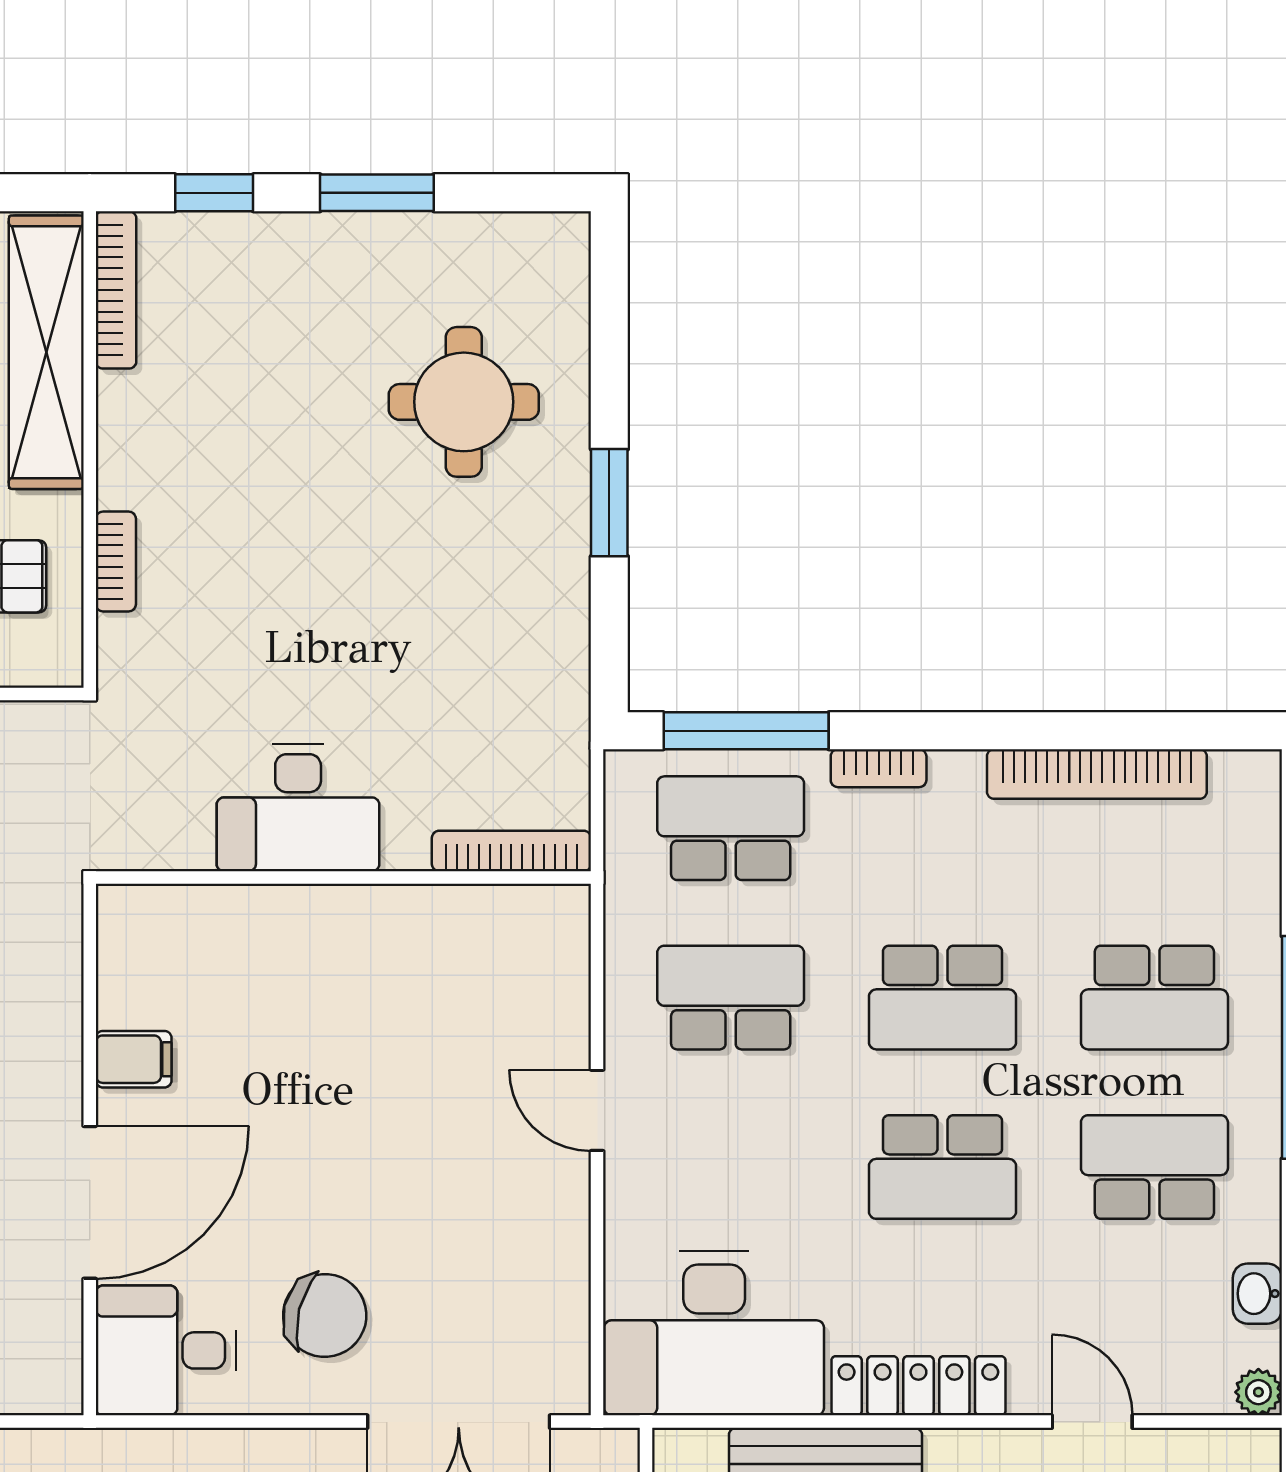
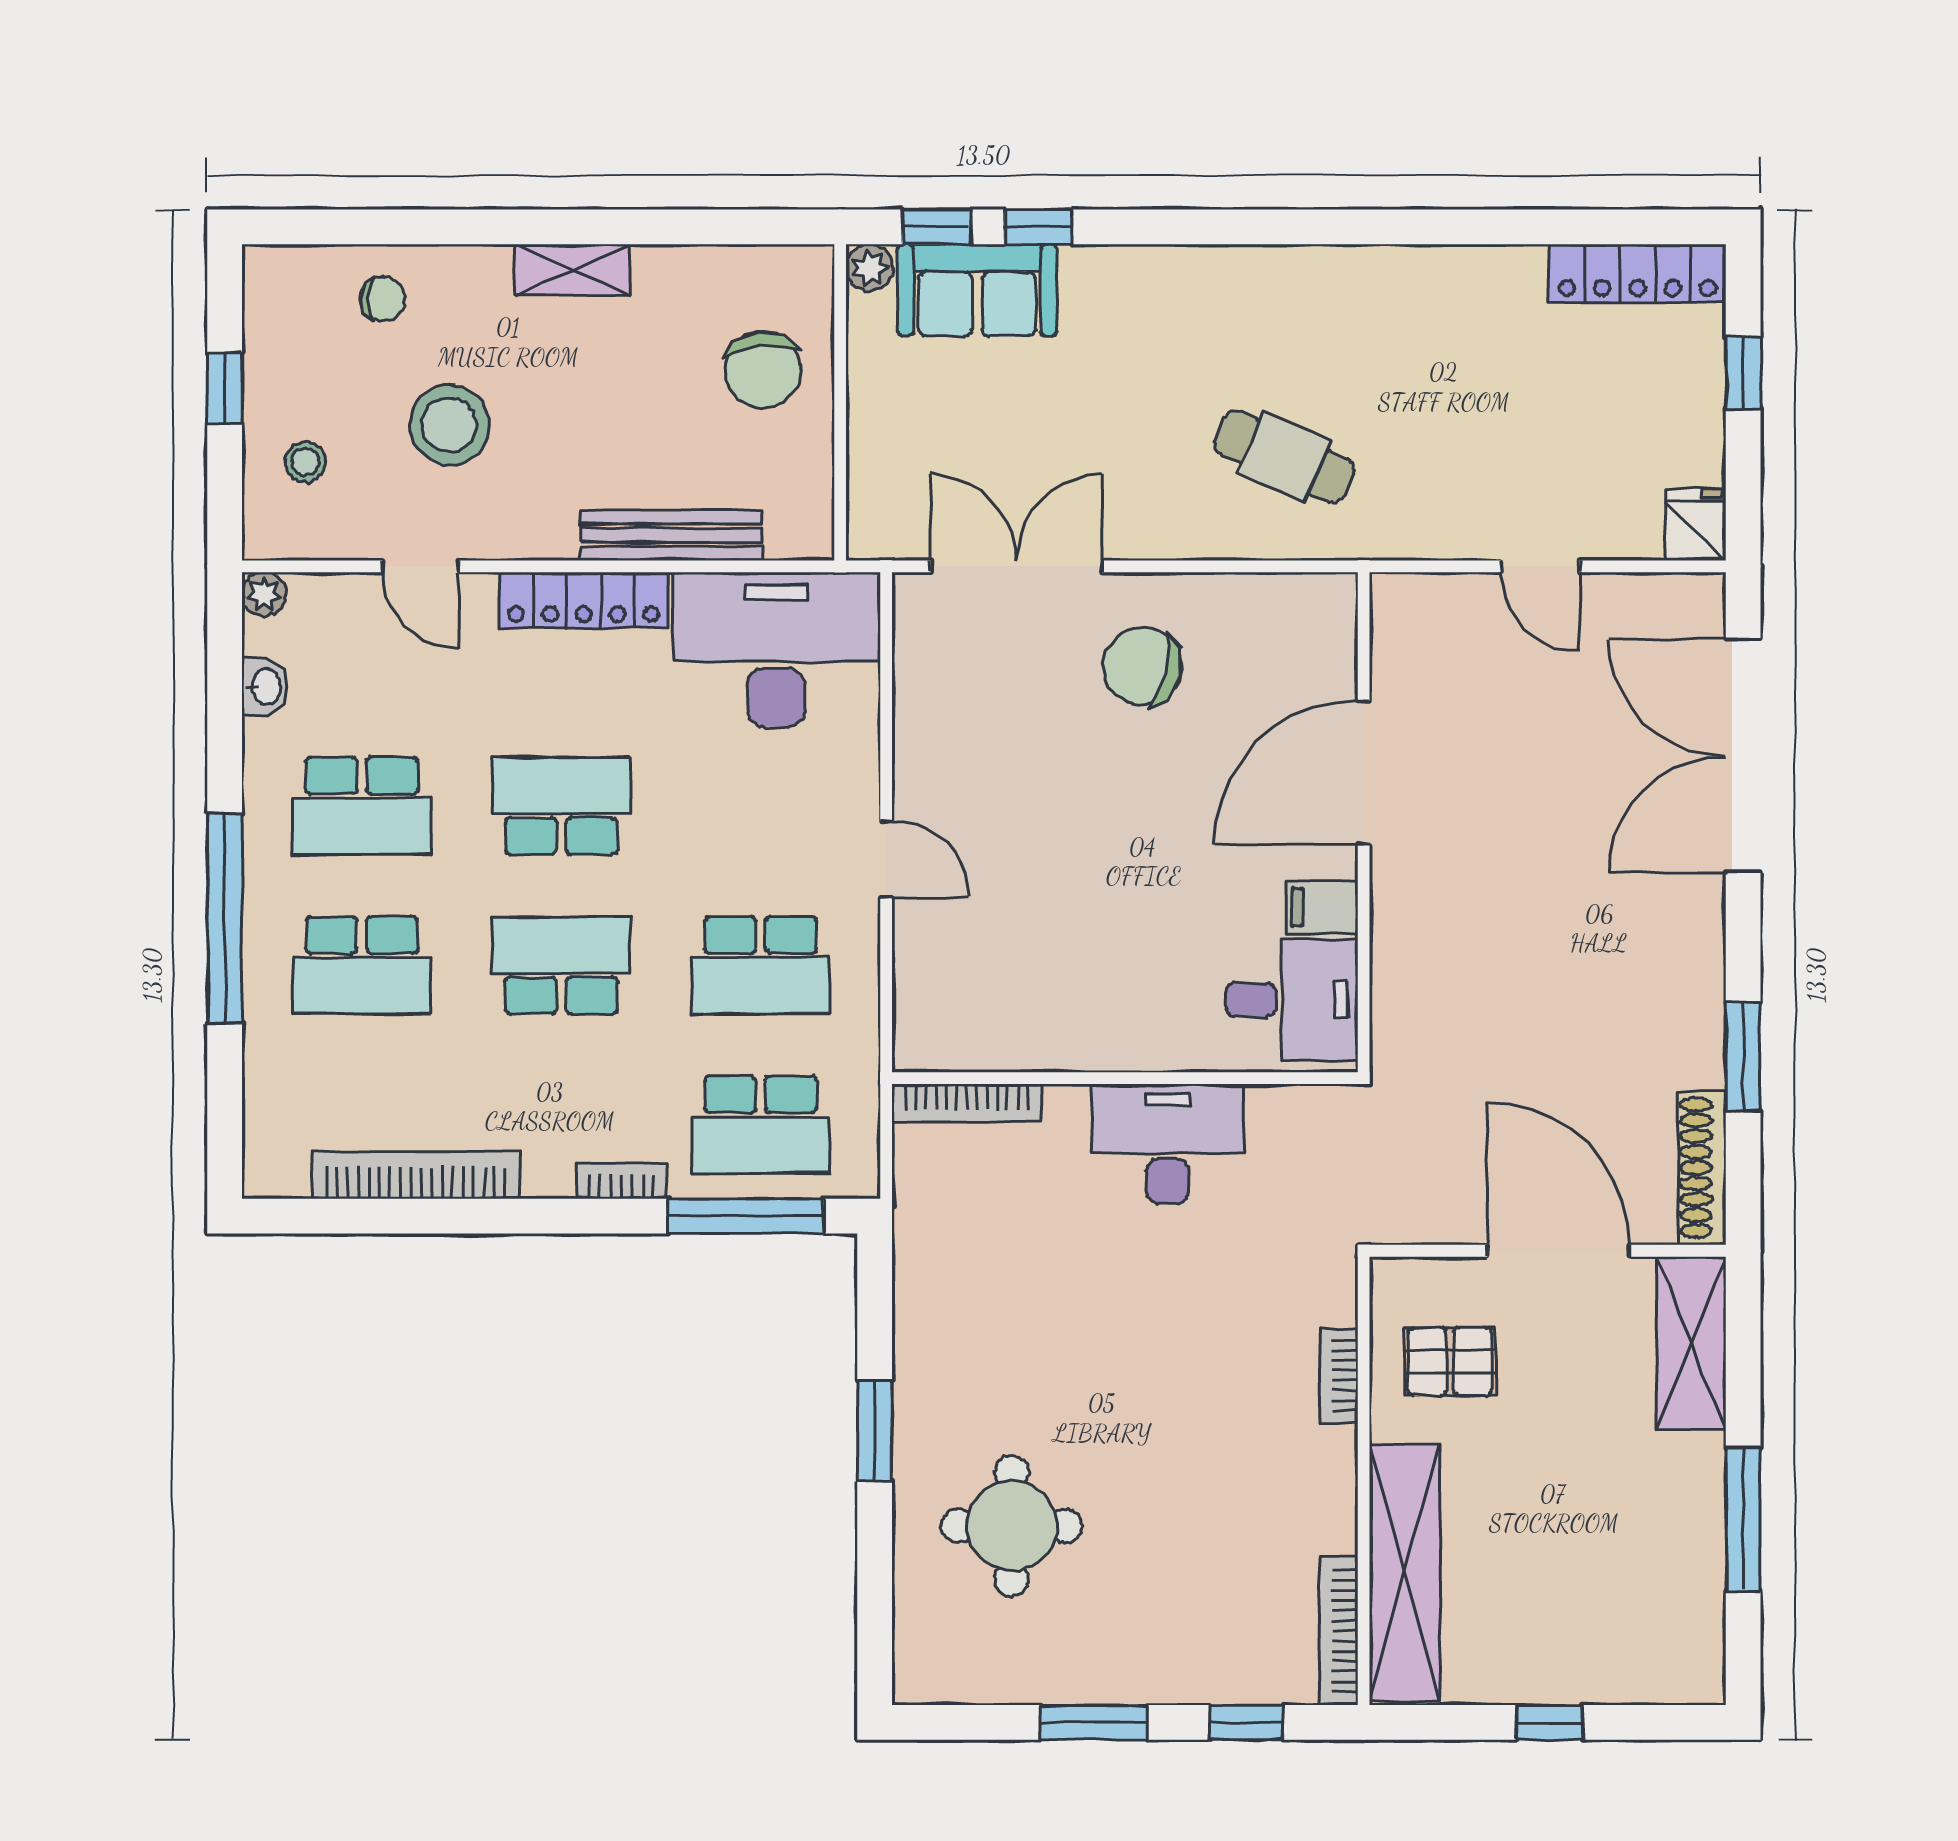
school desk: (1154, 998) -> (362, 965), turned 180
desk: (166, 1350) -> (1292, 1000), moved

